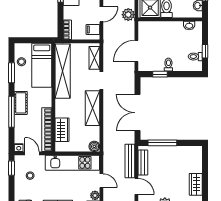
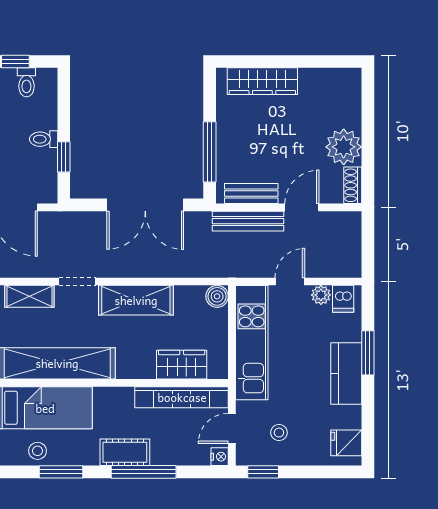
wardrobe: (196, 184) -> (262, 81), moved, width x1.50

